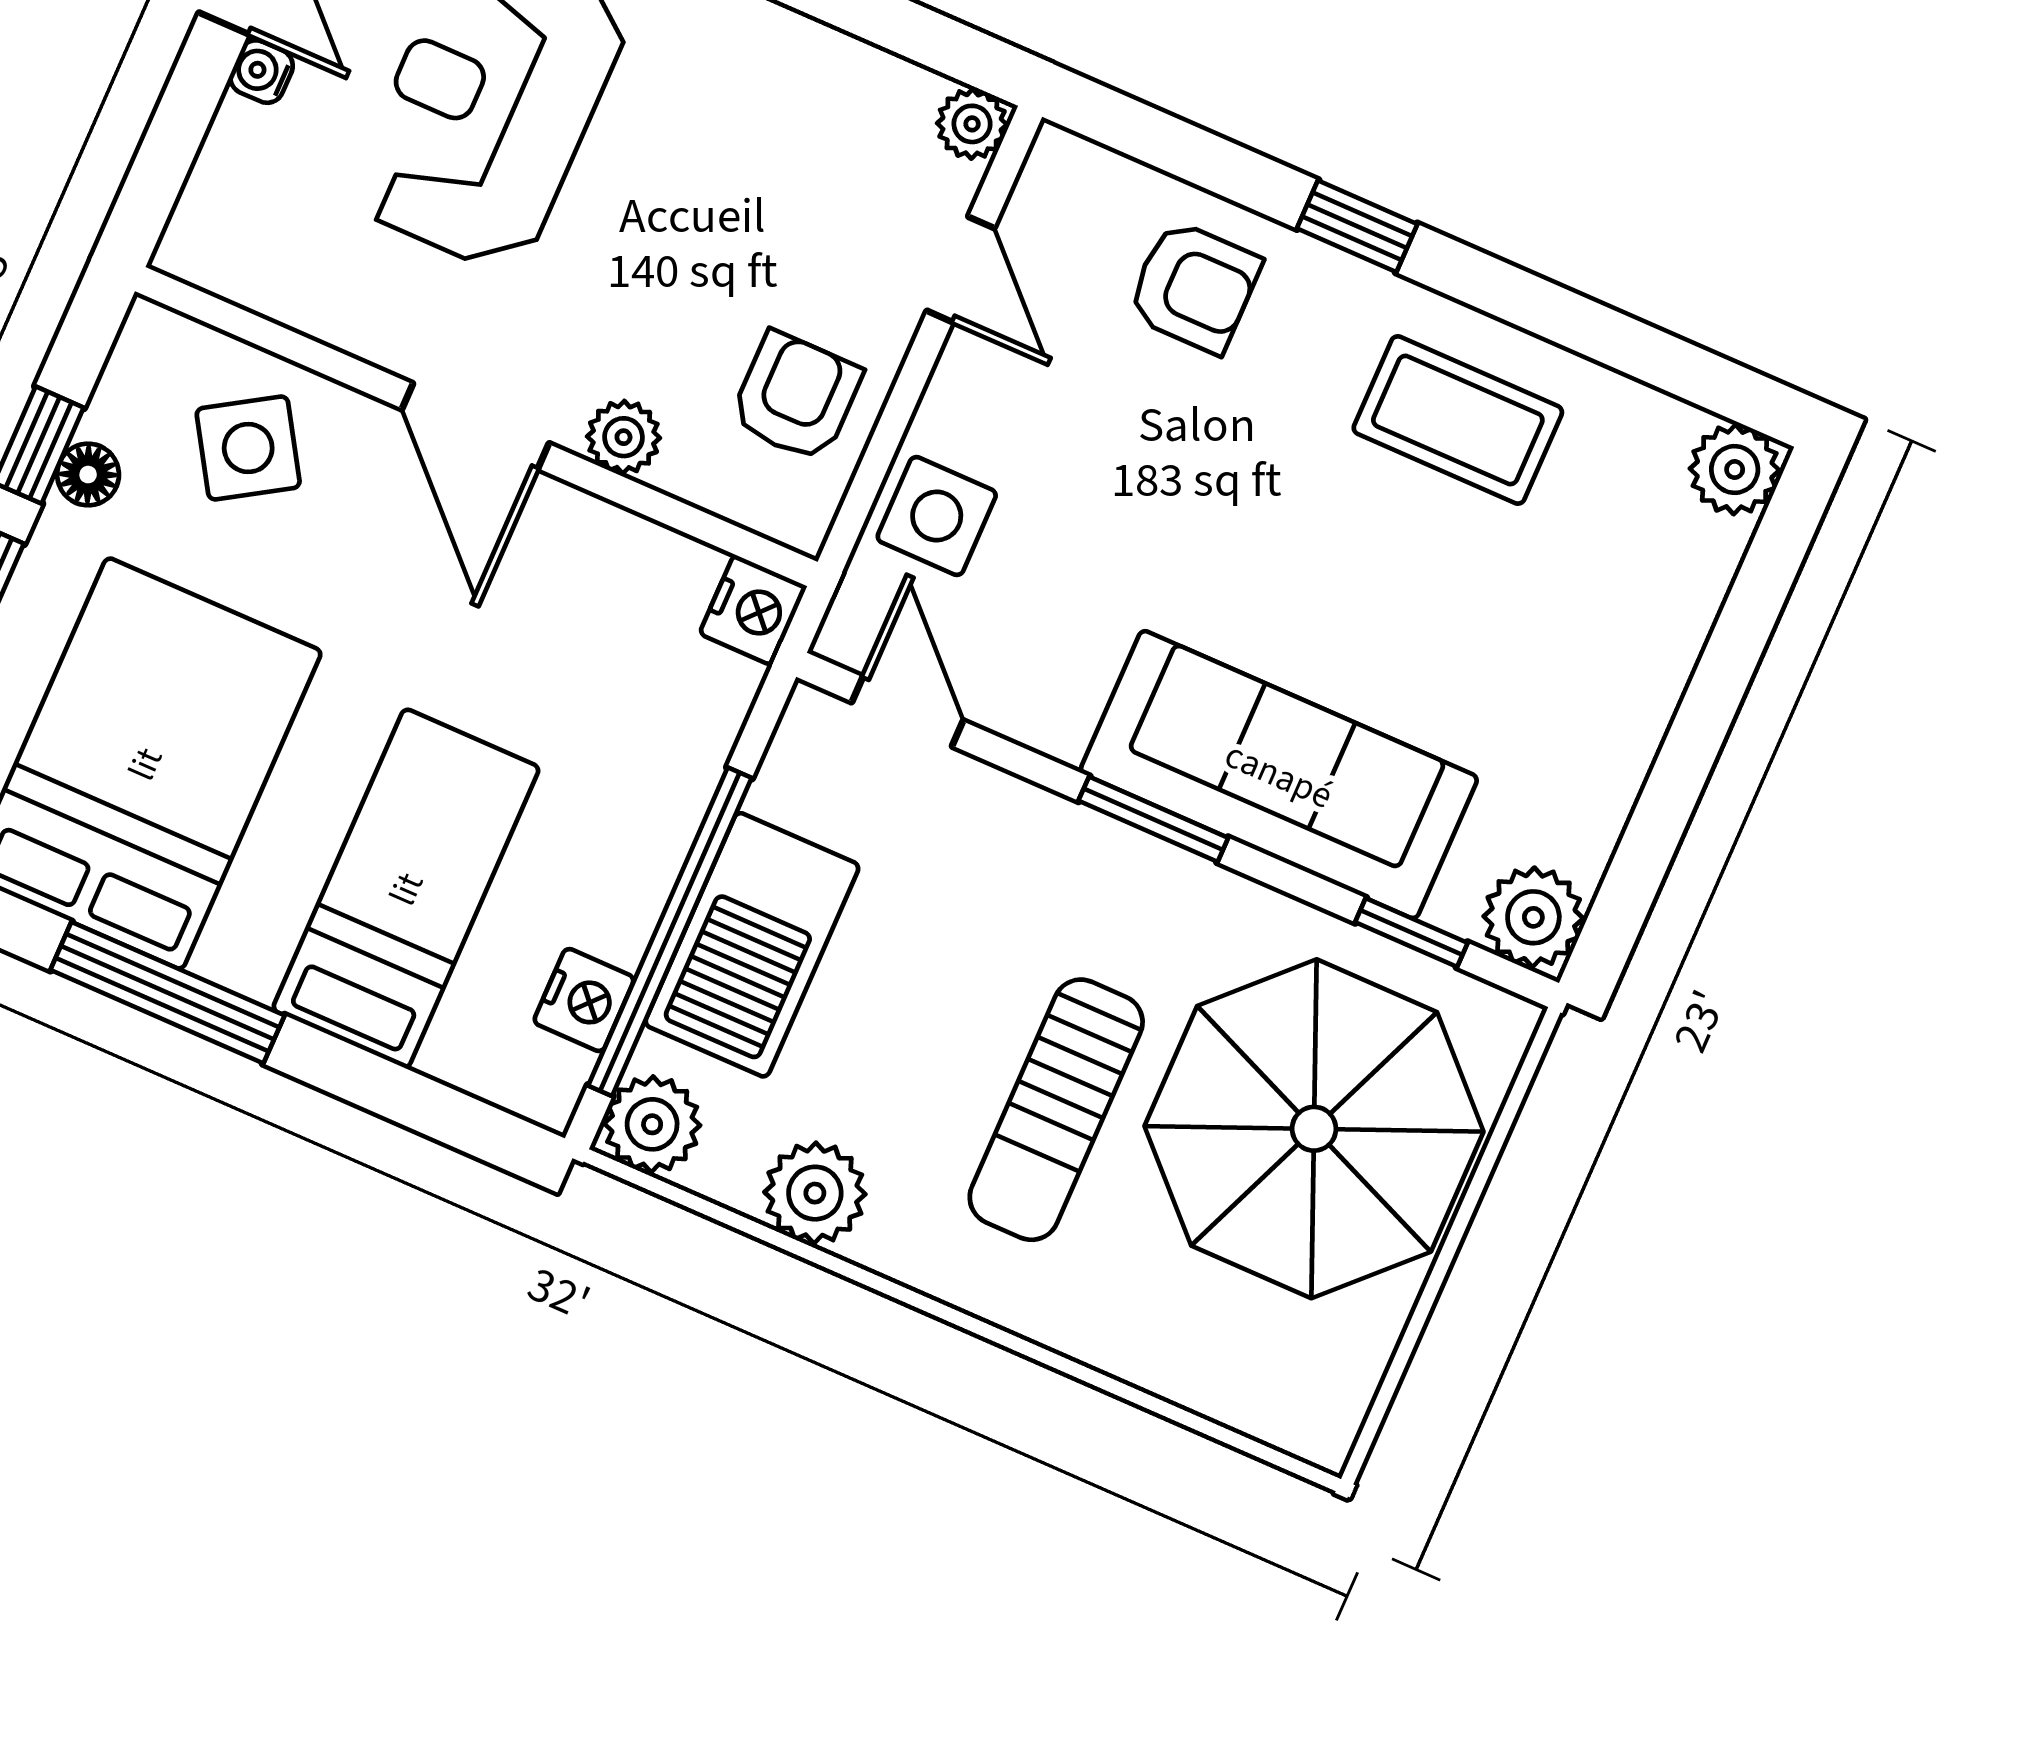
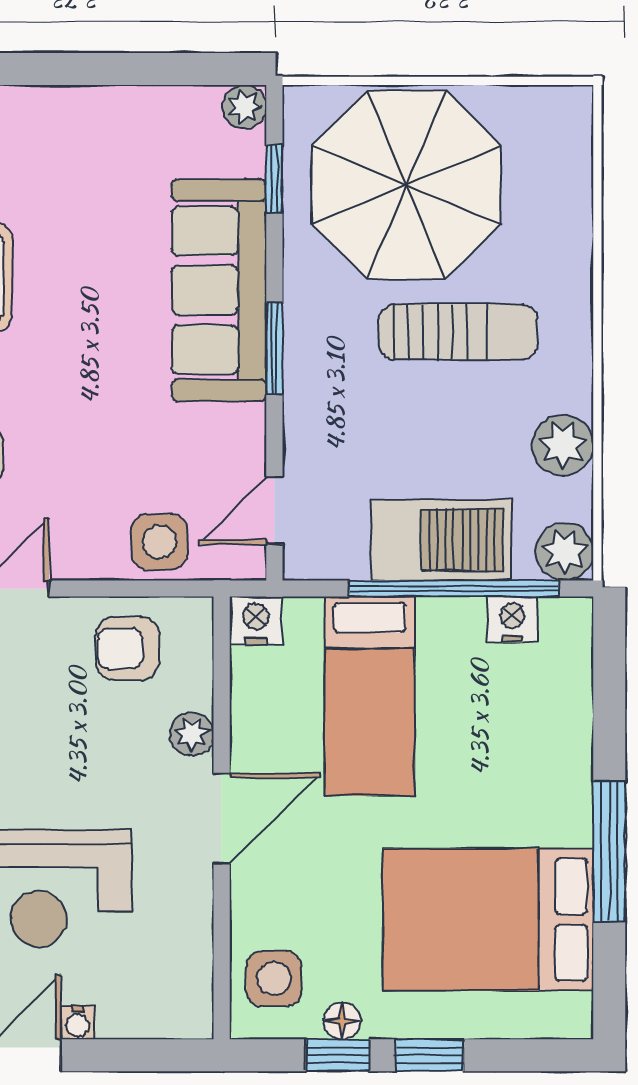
side table: (248, 448) -> (274, 978), moved, turned 32
bed: (406, 889) -> (370, 696), moved, turned -90
plant: (1533, 917) -> (245, 107), width x0.73, depth x0.73

